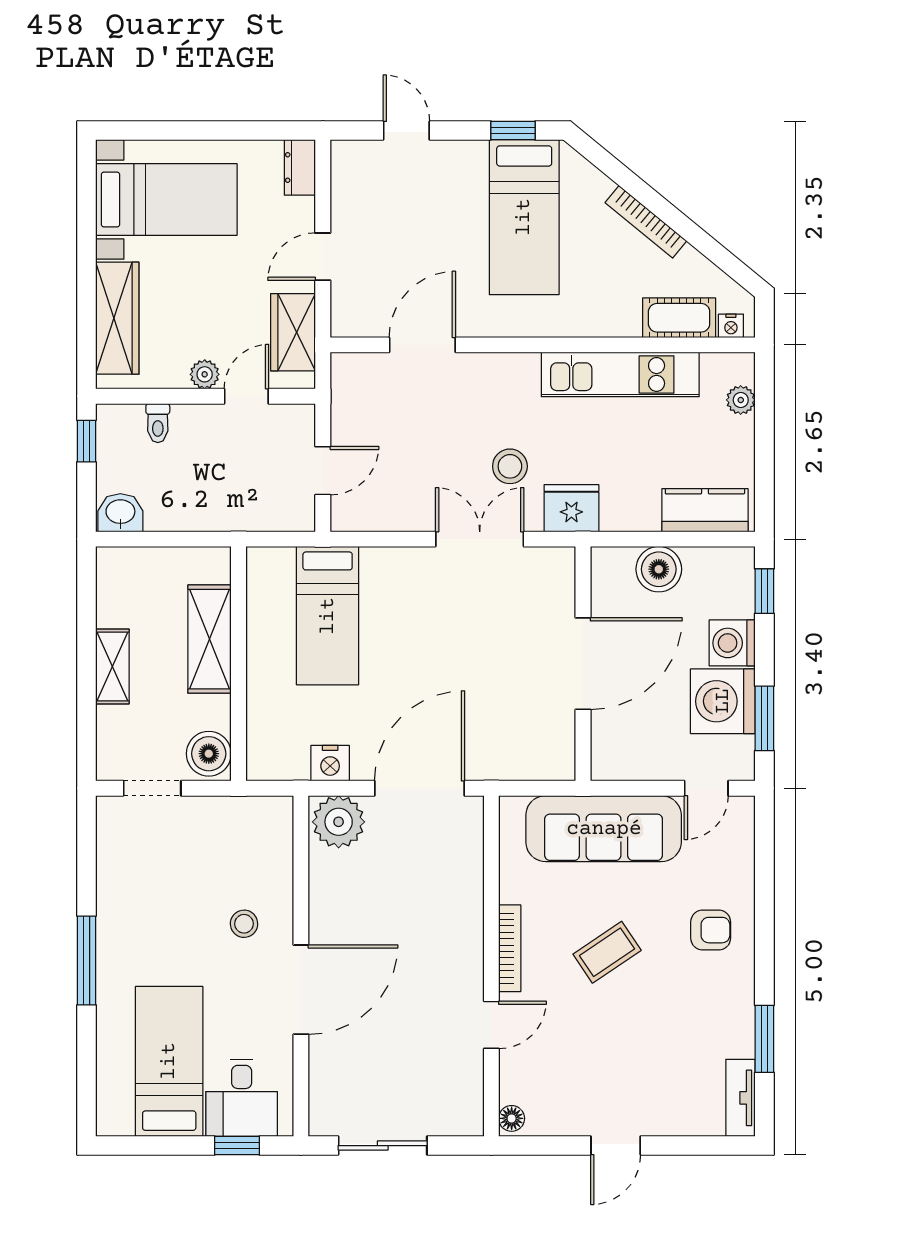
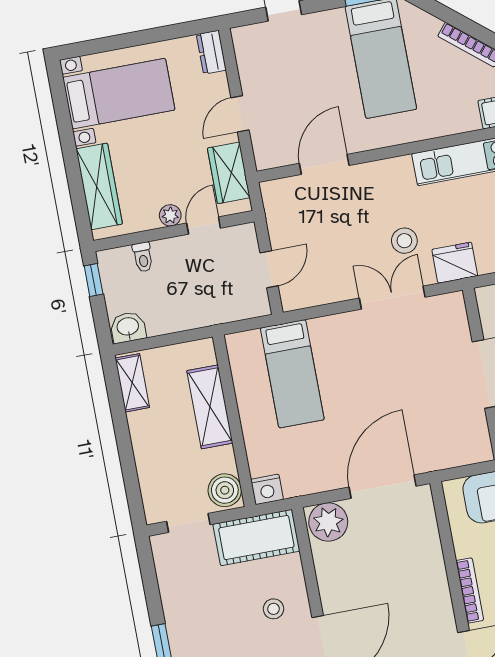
shelving: (112, 667) -> (132, 383), moved
nightstand: (330, 763) -> (267, 489), moved
cot: (239, 825) -> (256, 538), added

